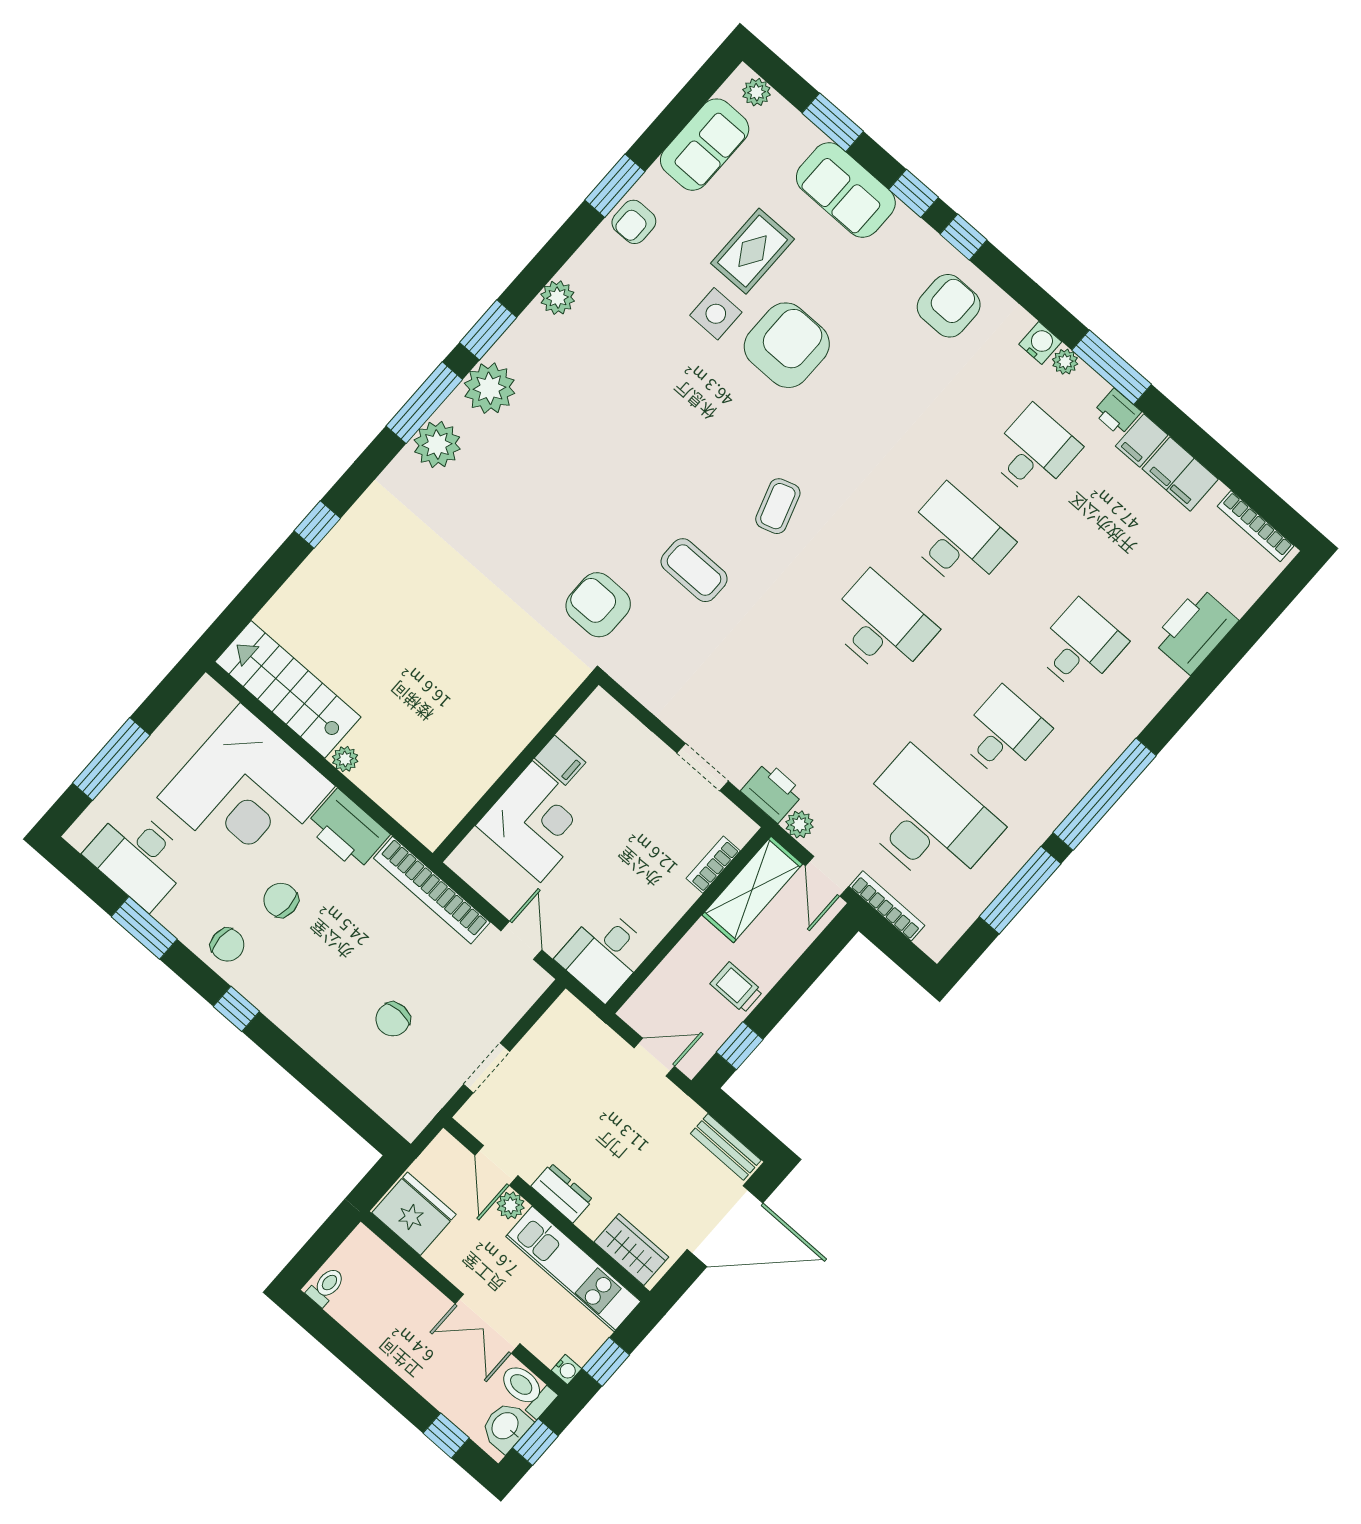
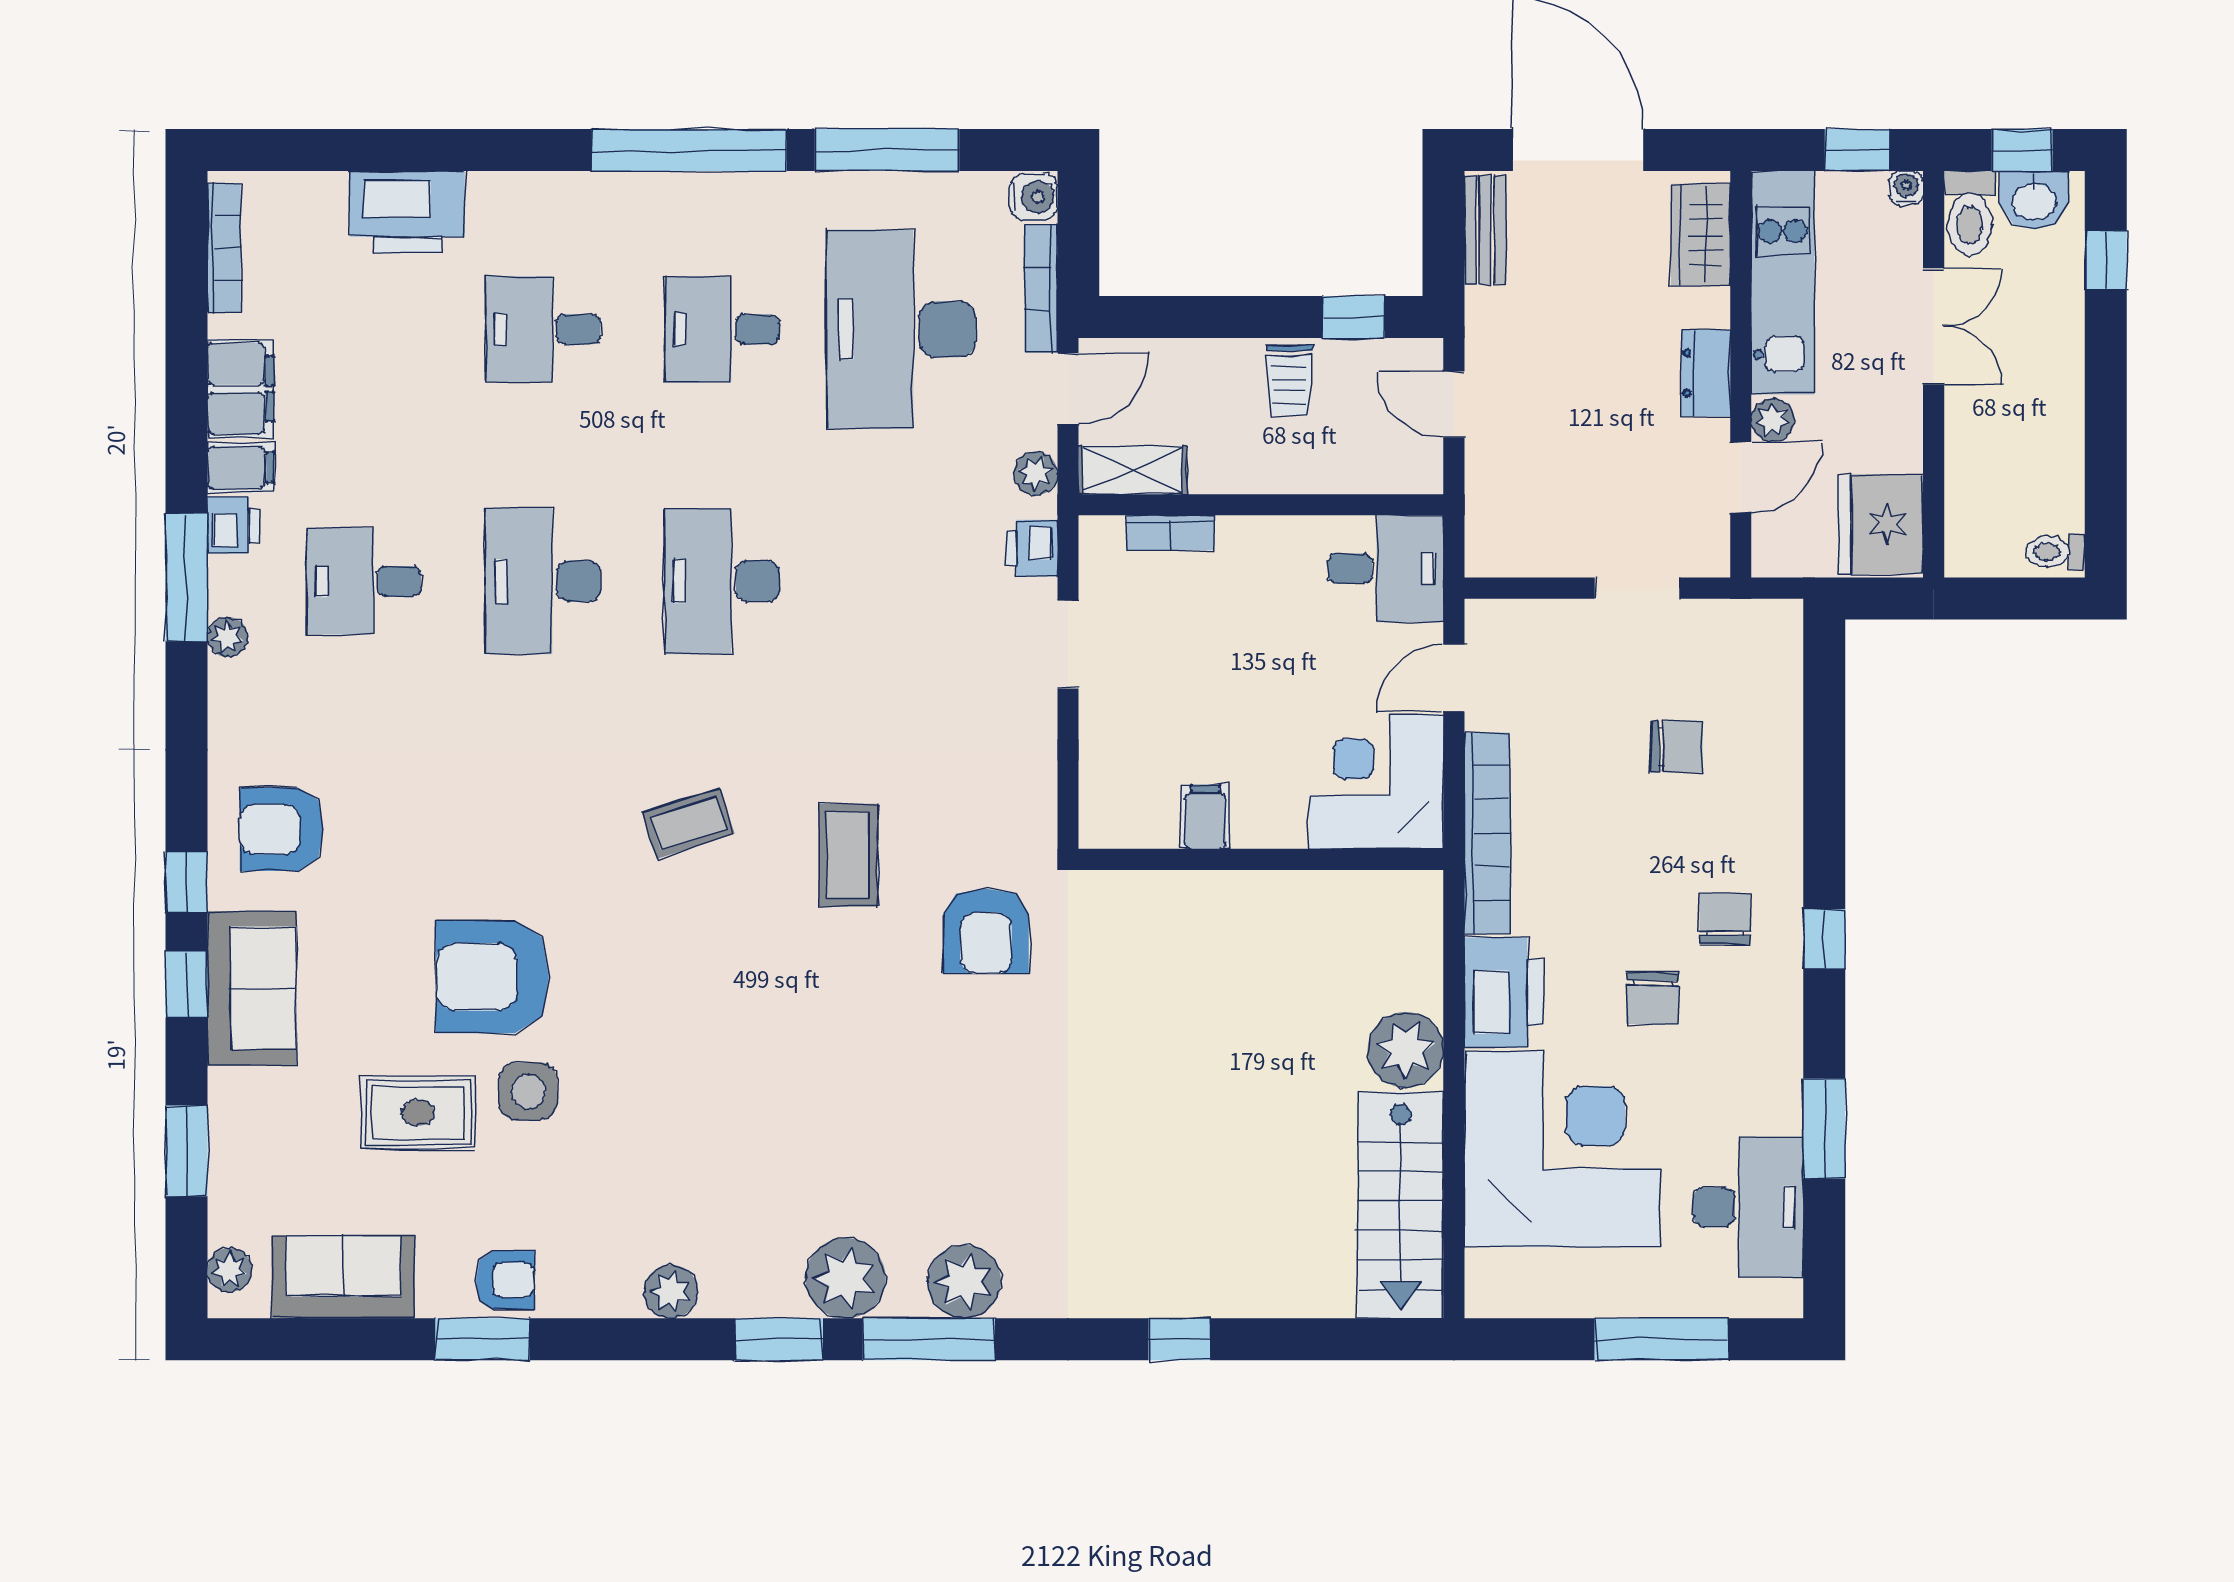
sofa: (846, 190) -> (252, 988), moved
water cooler: (1040, 343) -> (1034, 197), moved, turned 180
plant: (345, 759) -> (1406, 1050), width x1.88, depth x1.88
printer: (772, 792) -> (1032, 548), width x0.73, depth x0.81
corner desk: (536, 822) -> (1376, 782), moved
shelving: (752, 889) -> (1132, 470), width x0.67, depth x0.75
chair: (227, 945) -> (1725, 919), moved

